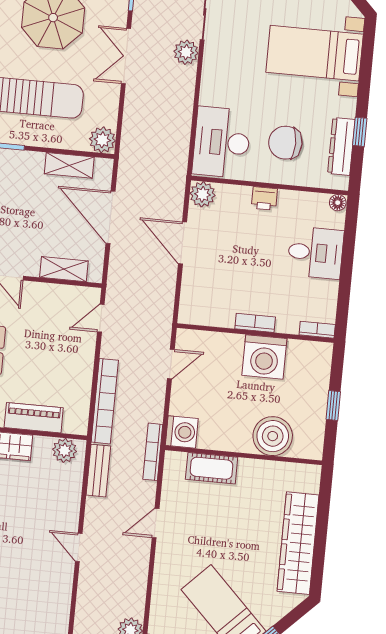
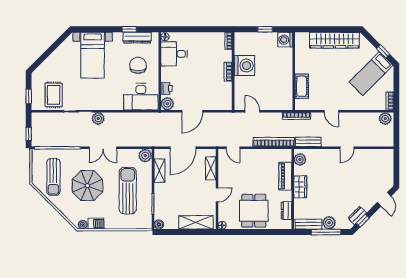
chair: (285, 143) -> (138, 65), turned 180
printer: (264, 198) -> (166, 88), moved
desk: (315, 253) -> (174, 54), moved, turned -90
washing machine: (182, 432) -> (285, 40), moved, turned -90
boiler: (273, 436) -> (283, 58), removed

